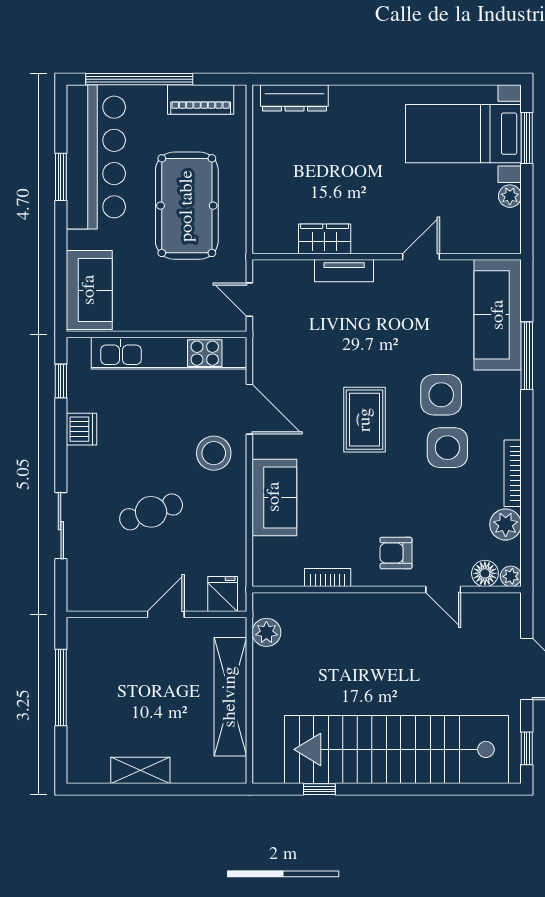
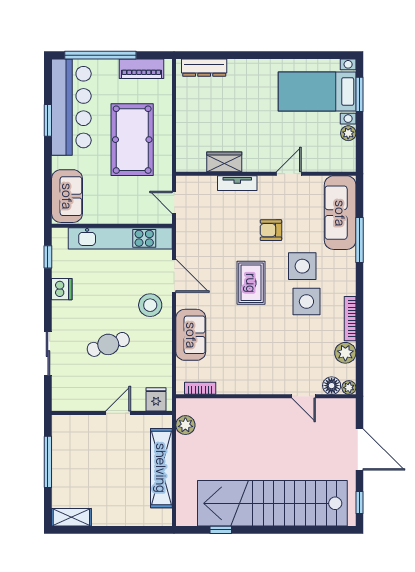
armchair: (396, 553) -> (271, 230), moved
bookcase: (328, 577) -> (200, 388), moved
shelving: (140, 770) -> (71, 517), moved

